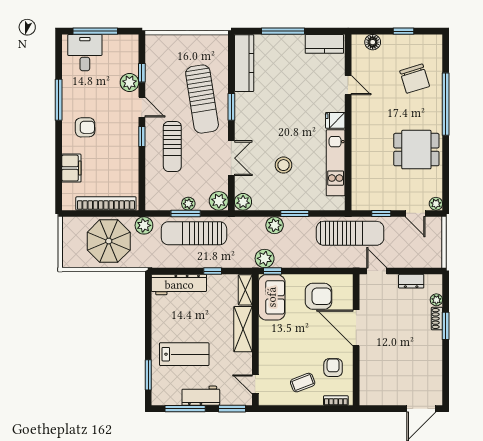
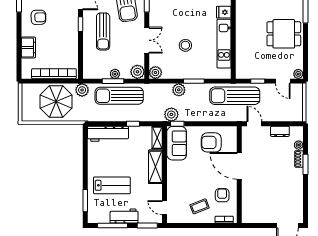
sun lounger: (350, 233) -> (235, 96), turned 180
armchair: (318, 296) -> (211, 142), turned 180

